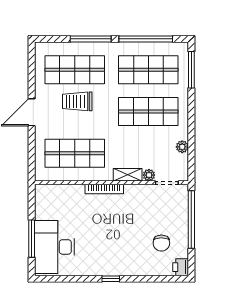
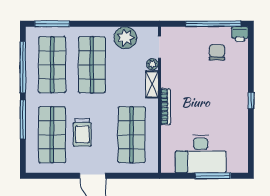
plant: (182, 147) -> (125, 38), width x1.87, depth x1.87
window: (191, 220) -> (213, 24), moved
chair: (161, 243) -> (217, 52), turned -90
desk: (54, 247) -> (201, 154), moved

